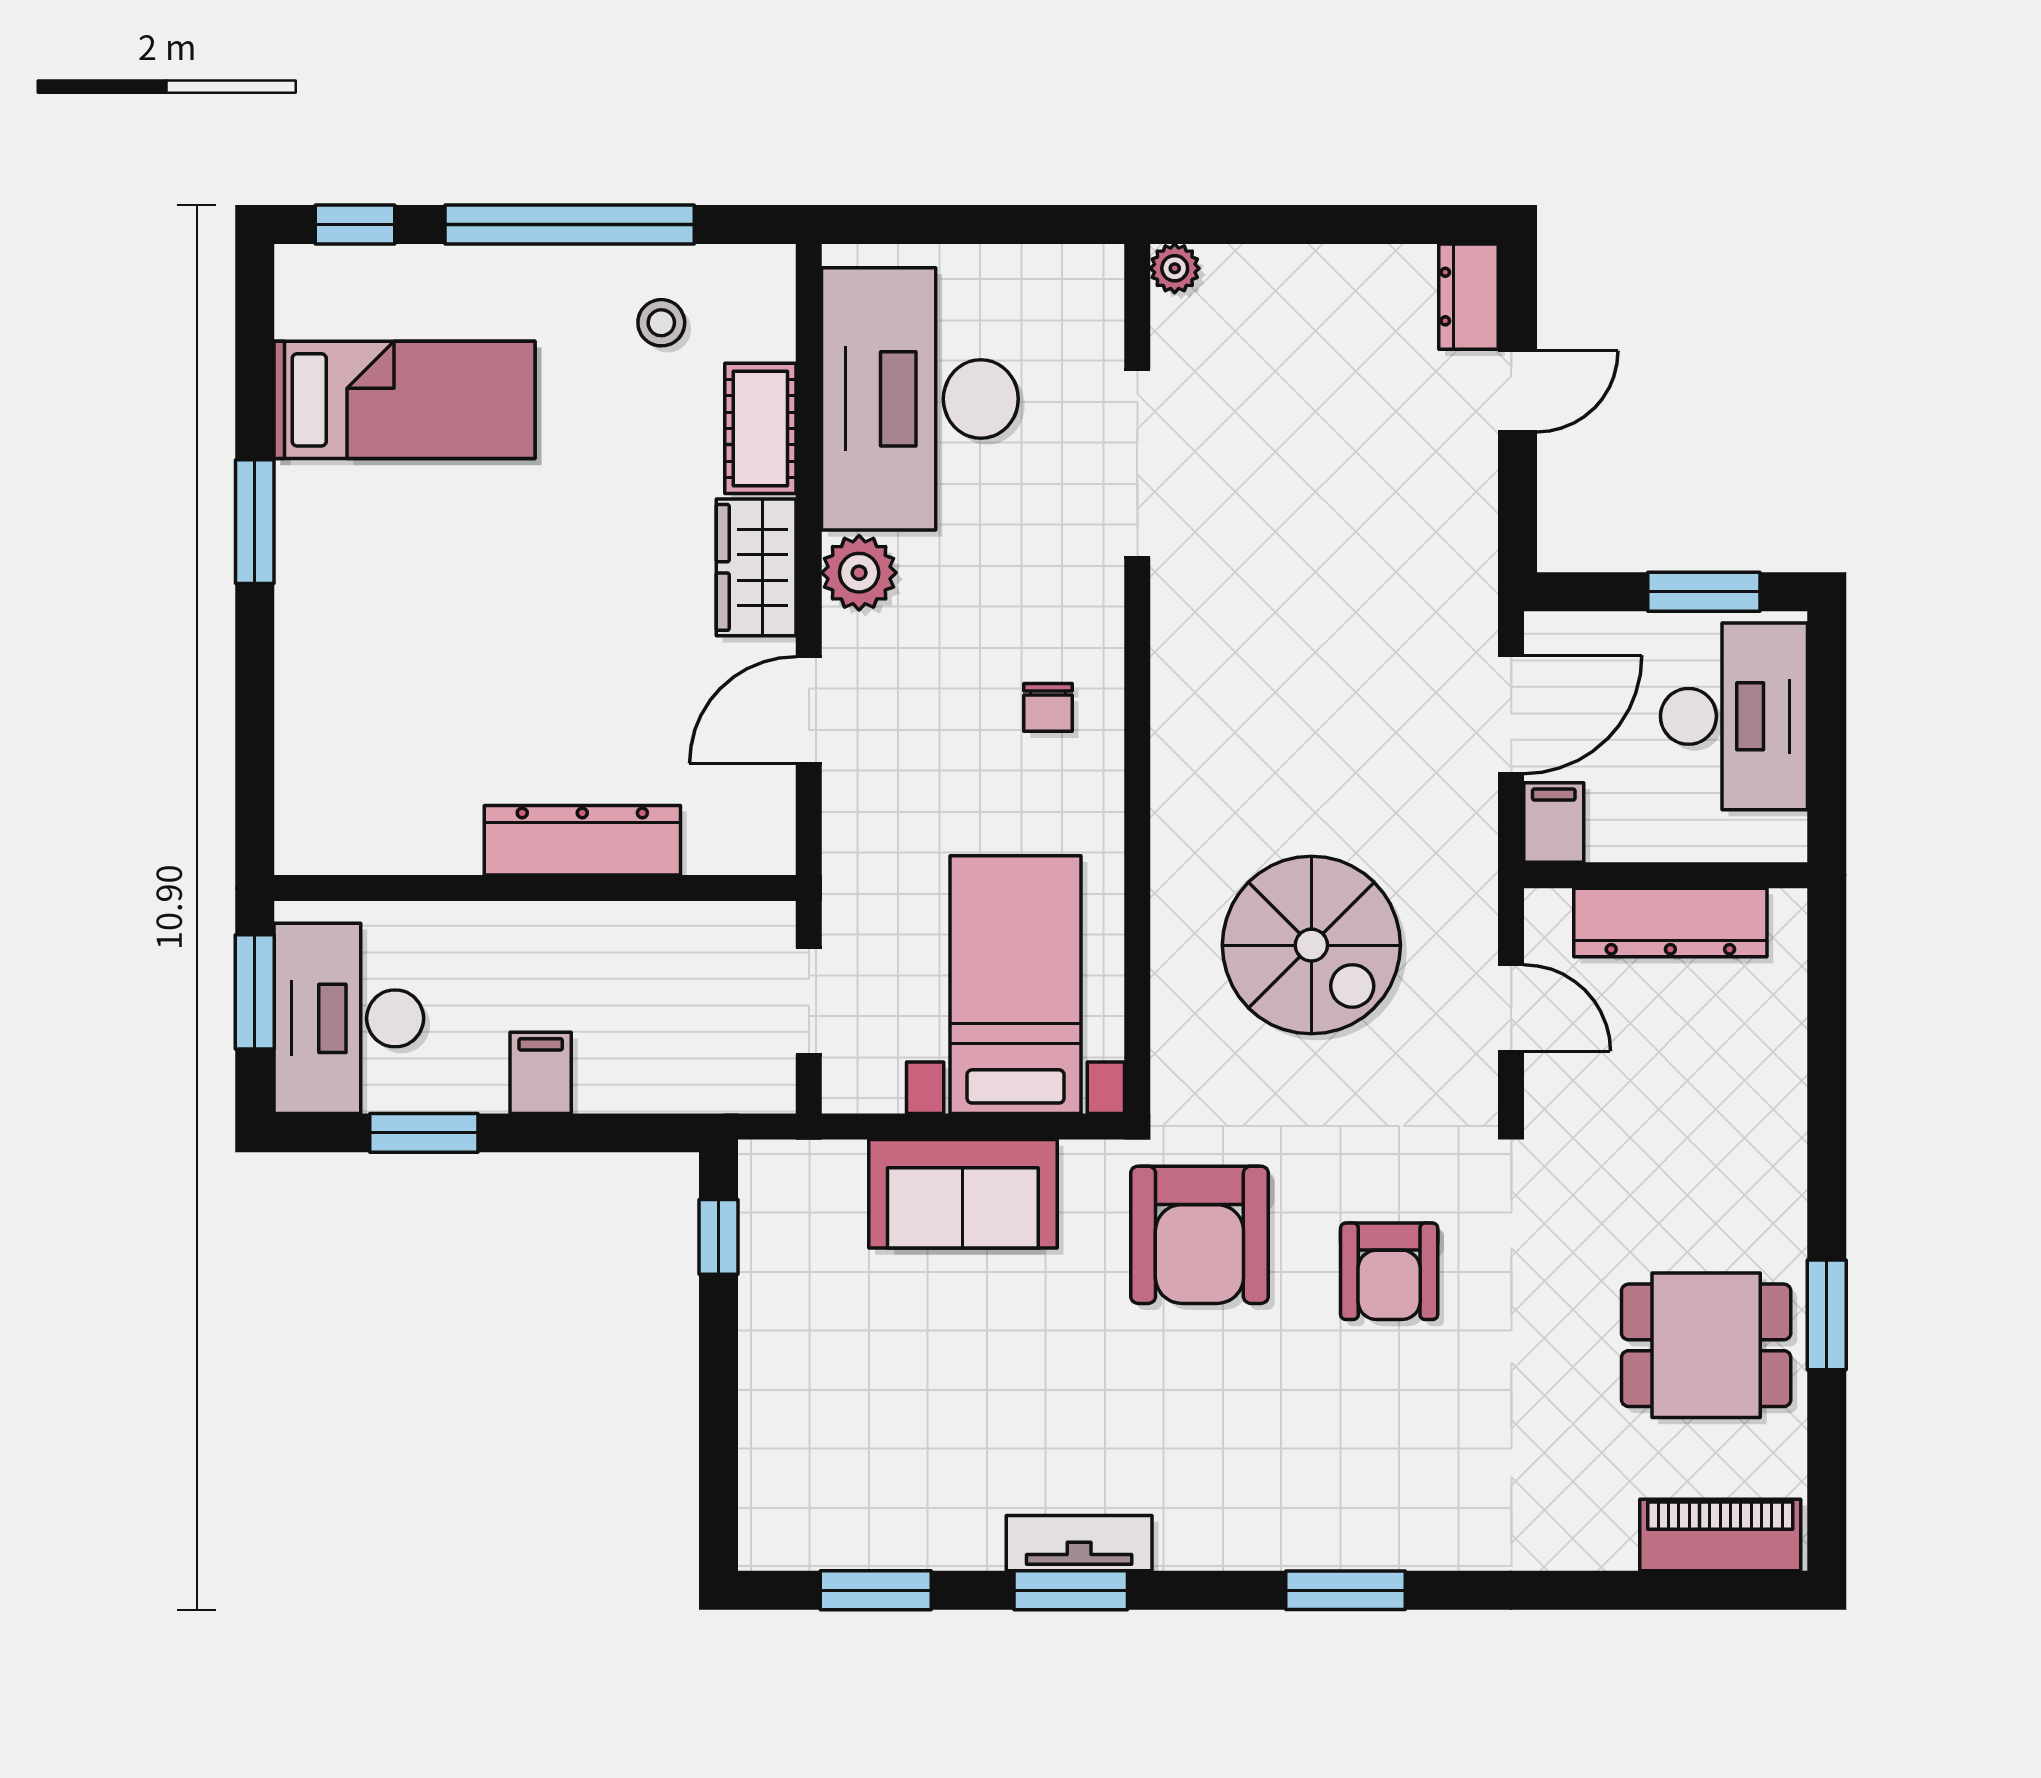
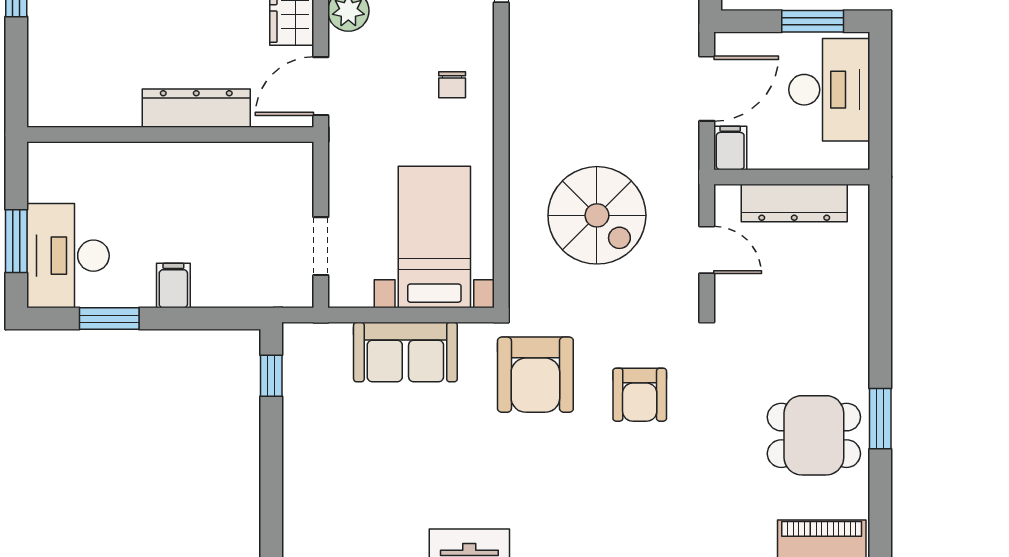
dresser: (582, 840) -> (196, 108), moved
wall: (535, 888) -> (170, 134), moved

